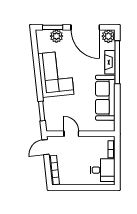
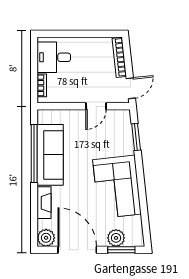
window: (117, 62) -> (34, 154), moved
door: (71, 134) -> (96, 106), hinge flipped

